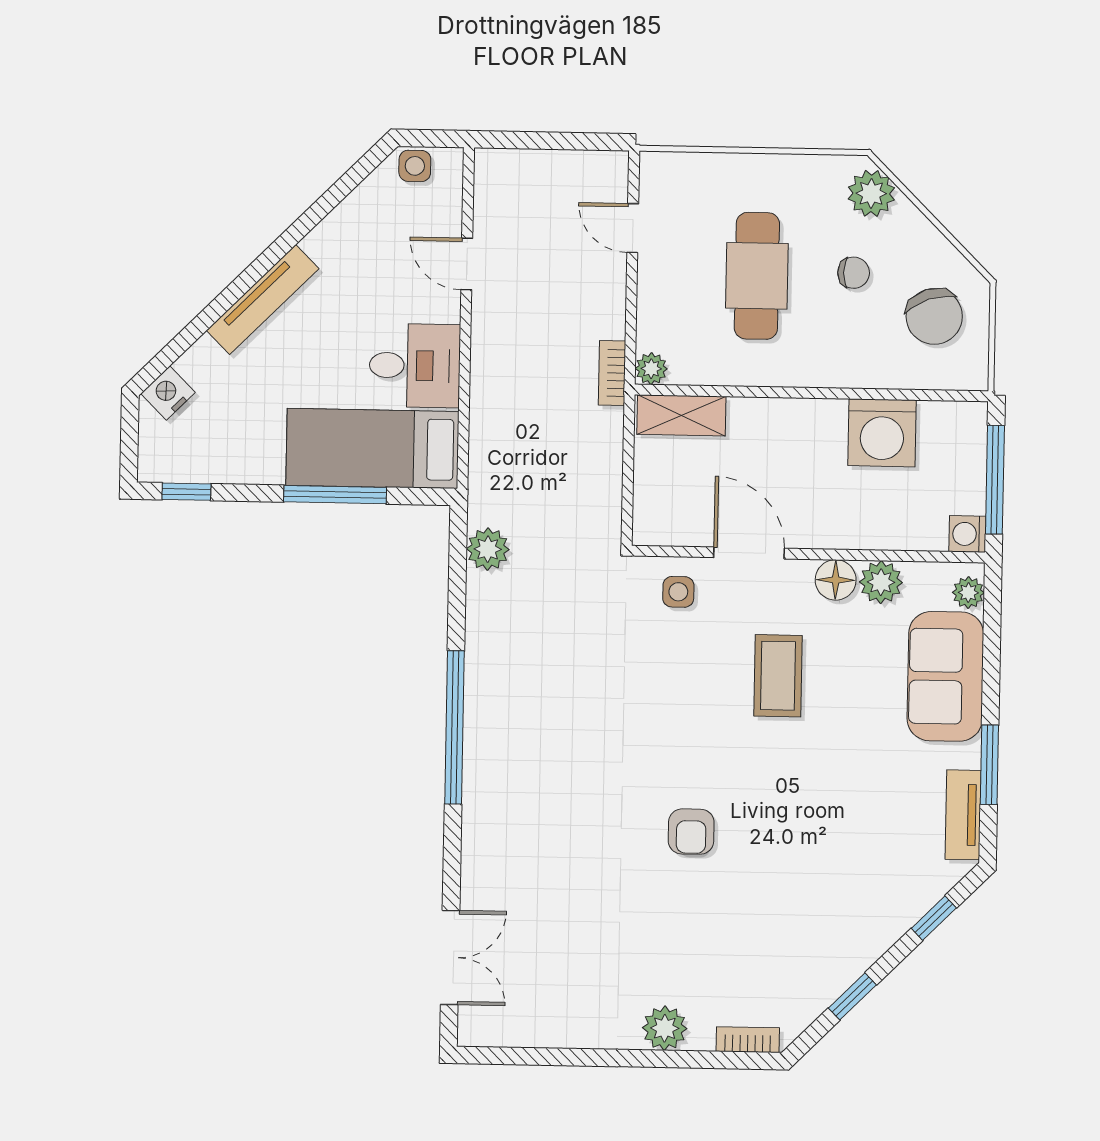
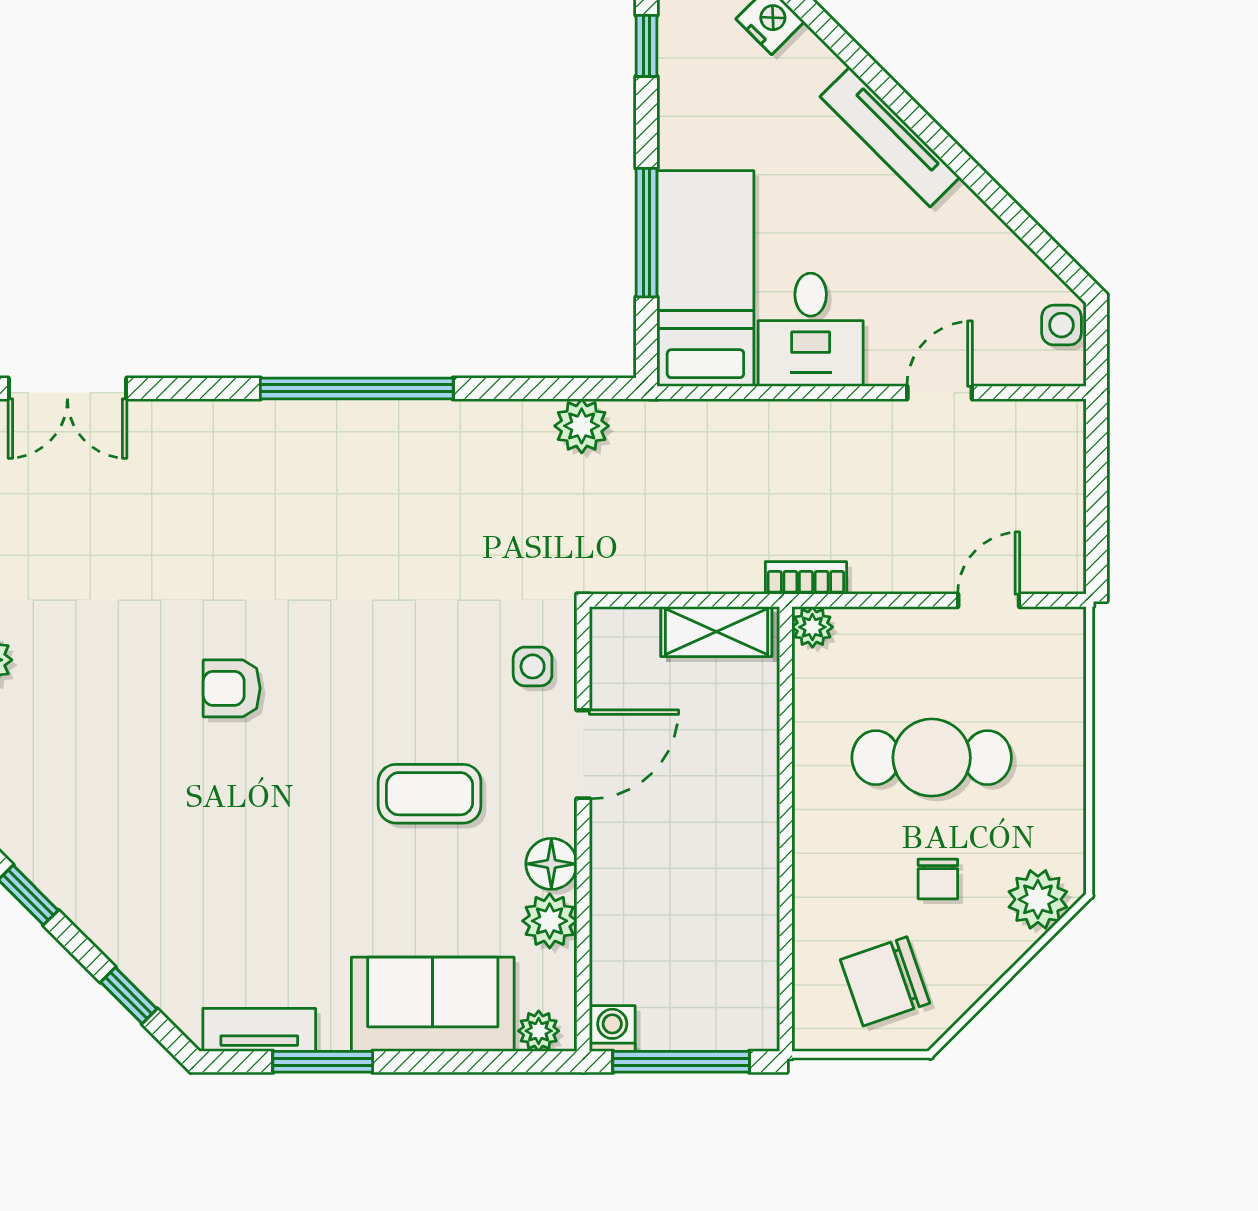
shelving: (681, 415) -> (716, 632), moved, turned 90
washing machine: (882, 433) -> (737, 919), removed

